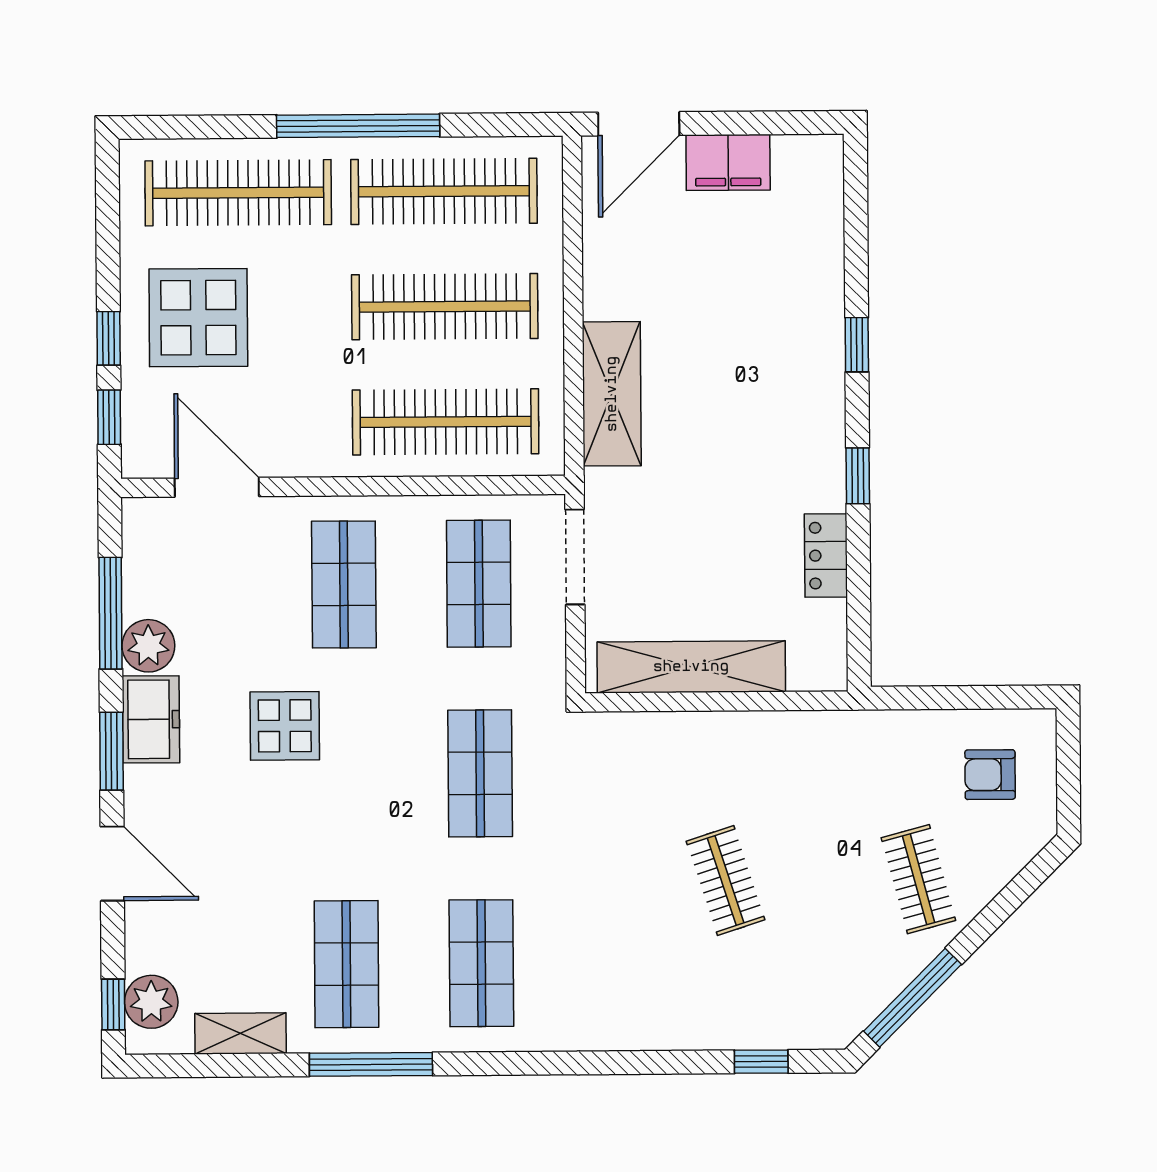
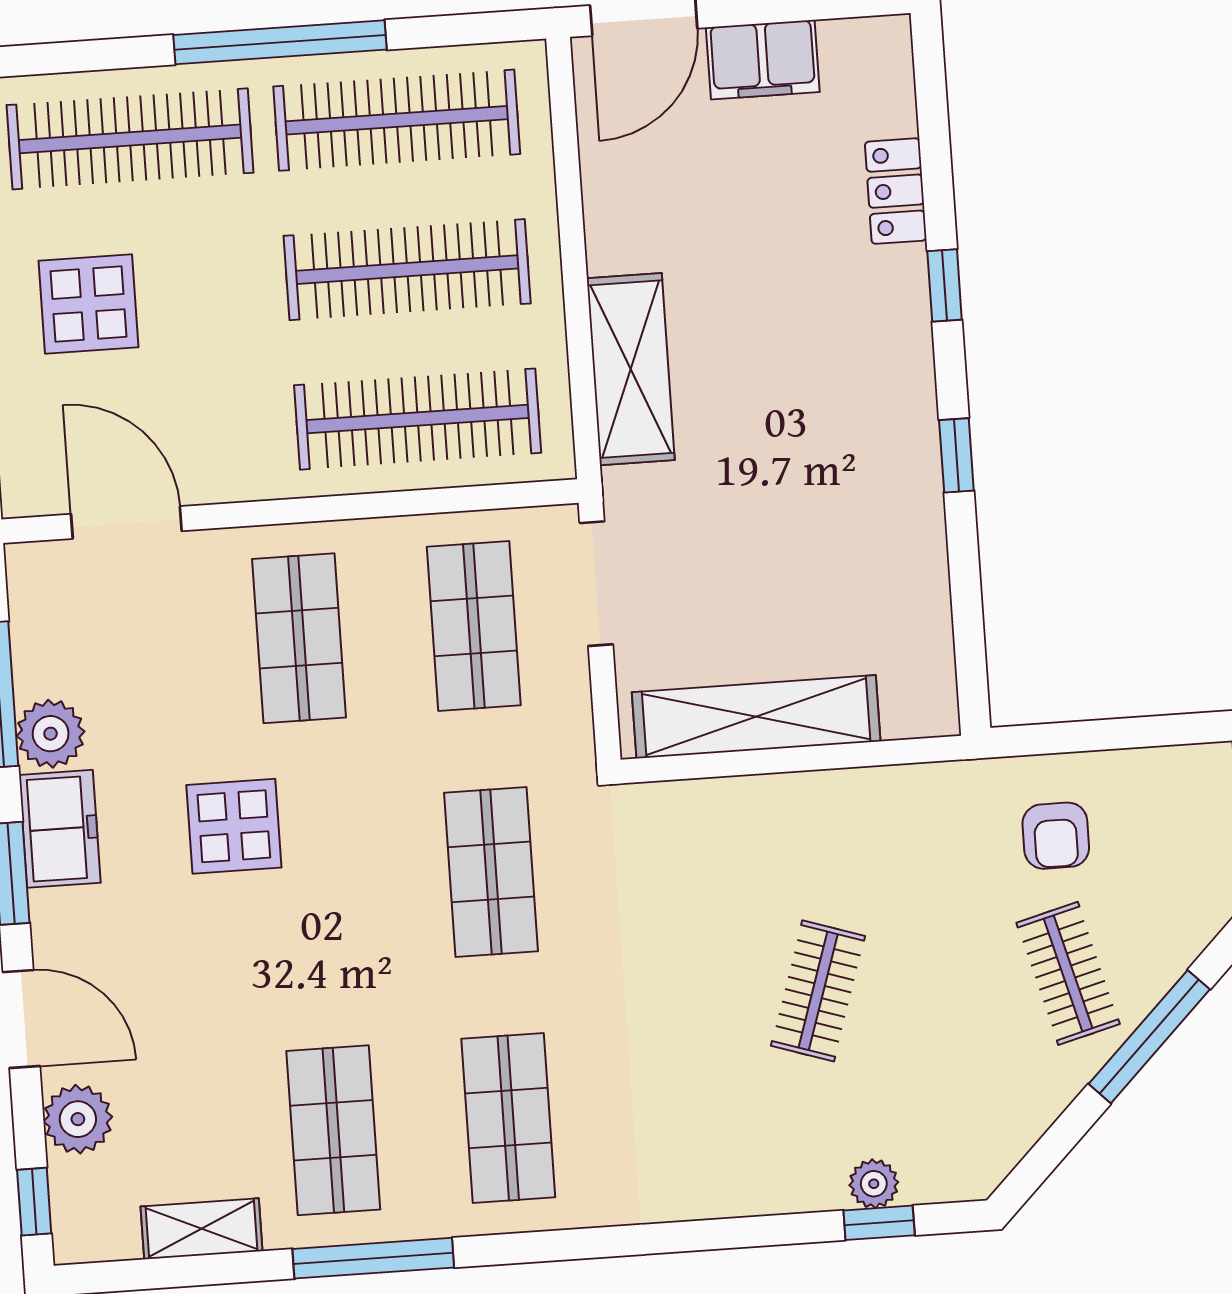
display table: (198, 318) -> (89, 304), width x0.73, depth x0.73
locker: (826, 556) -> (896, 191), moved
armchair: (990, 775) -> (1056, 836), moved, turned -90
clothes rail: (726, 881) -> (818, 991), turned 36
window: (912, 998) -> (1149, 1037), moved
plant: (151, 1002) -> (78, 1119), moved
plant: (759, 1031) -> (874, 1184), added

